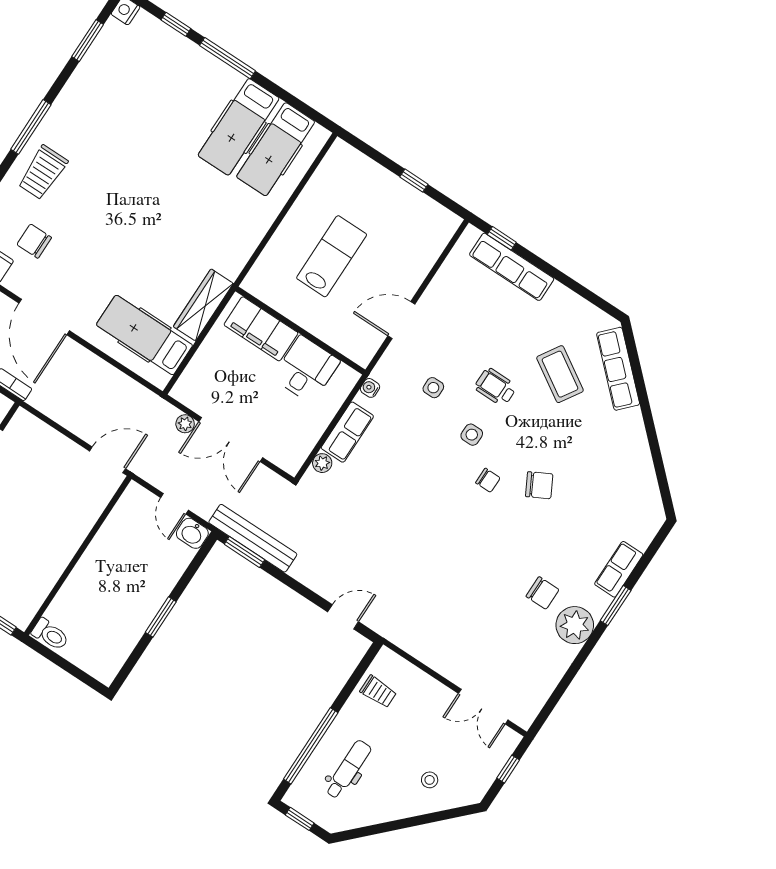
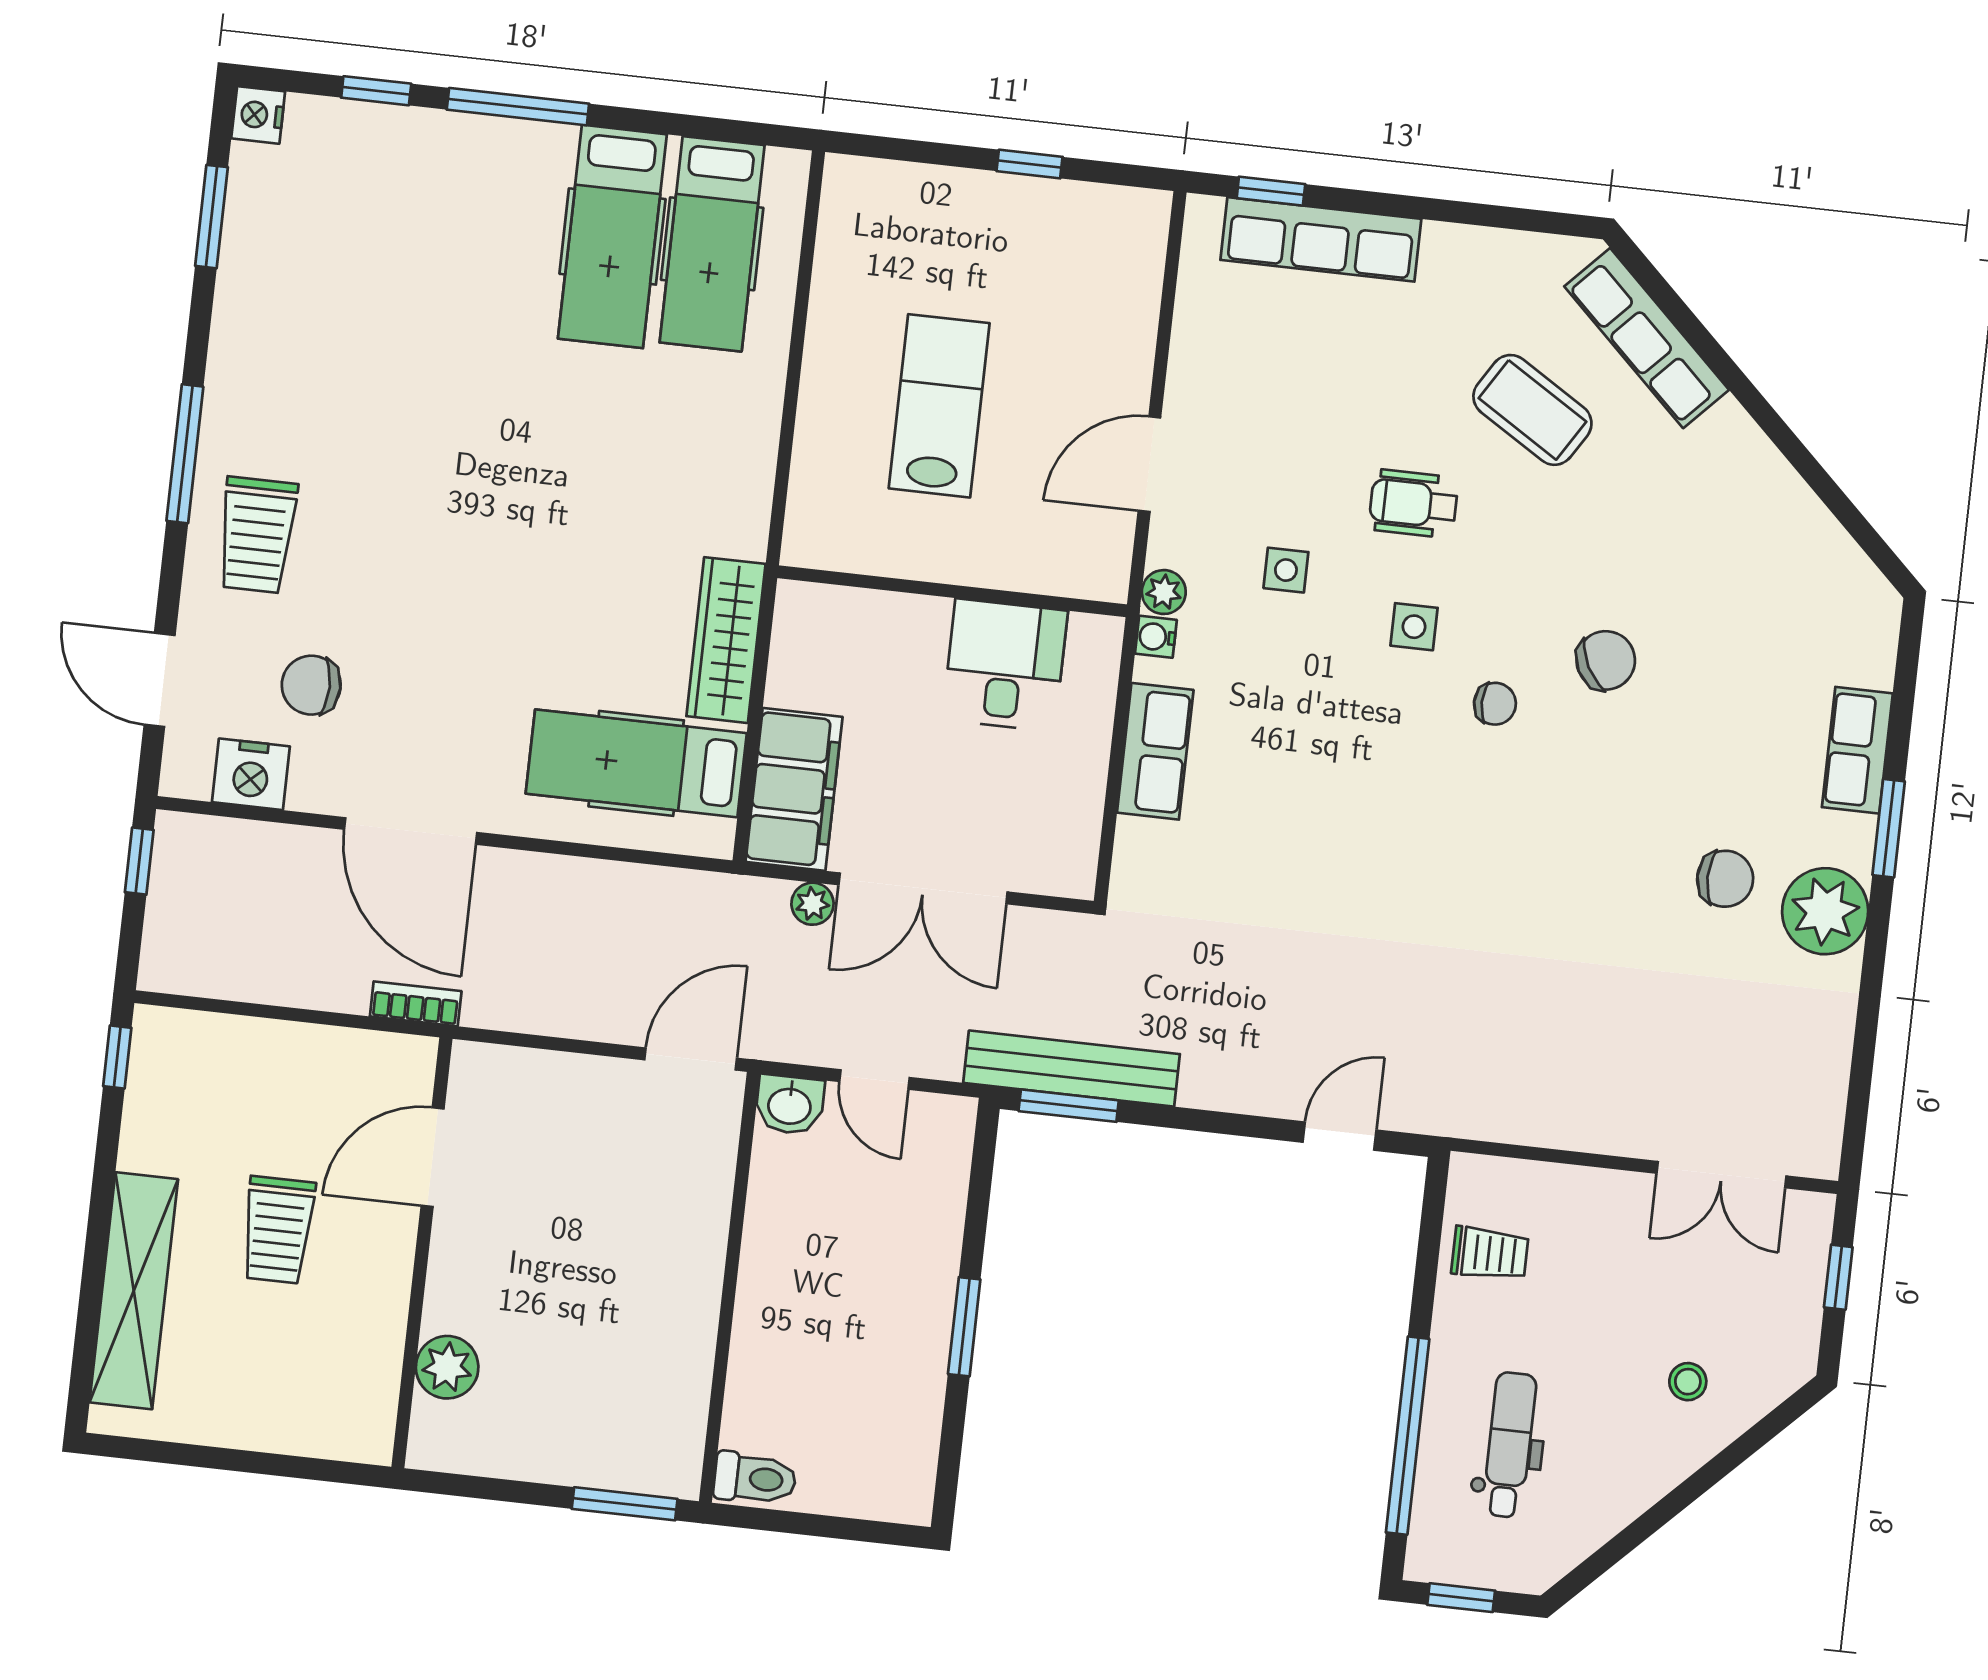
filing cabinet: (261, 329) -> (794, 789), moved, turned -90
plant: (322, 463) -> (1164, 592), moved
washbasin: (192, 533) -> (790, 1105), moved

